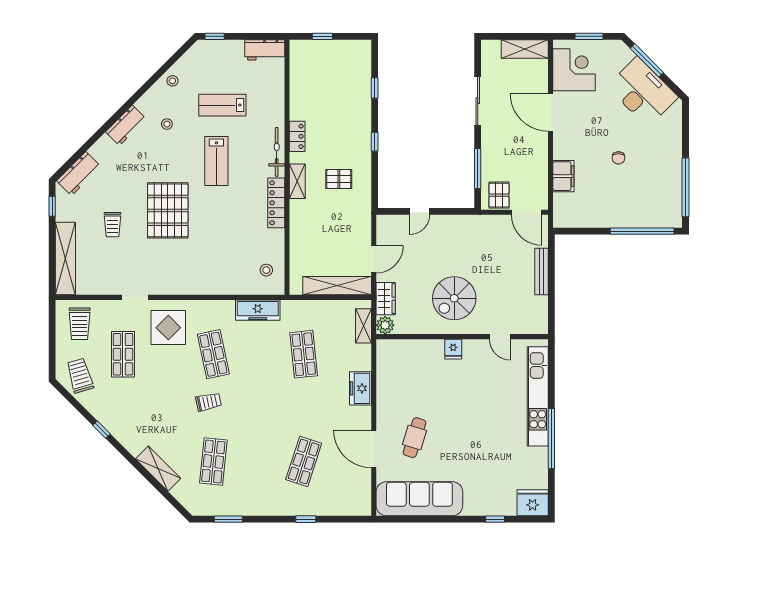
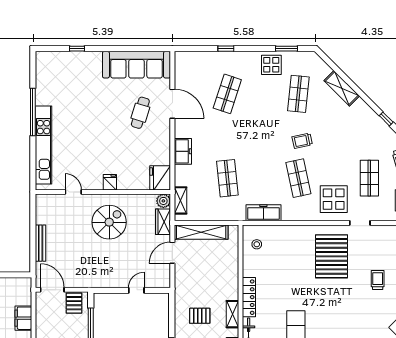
pallet: (168, 210) -> (332, 256), moved
display table: (248, 498) -> (271, 65), added
fridge: (533, 503) -> (160, 178), moved, turned 90

